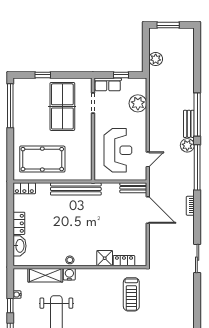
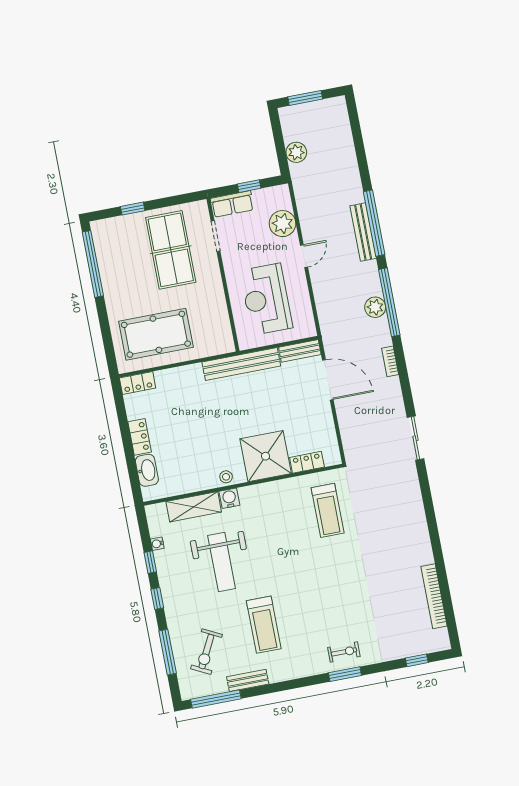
bench: (189, 124) -> (363, 232), width x1.36
plant: (187, 145) -> (375, 307), moved
reception desk: (118, 150) -> (266, 299), turned 180
door: (148, 159) -> (304, 256), moved
bench: (76, 189) -> (241, 364), moved
shower: (105, 258) -> (266, 456), width x1.86, depth x1.86

